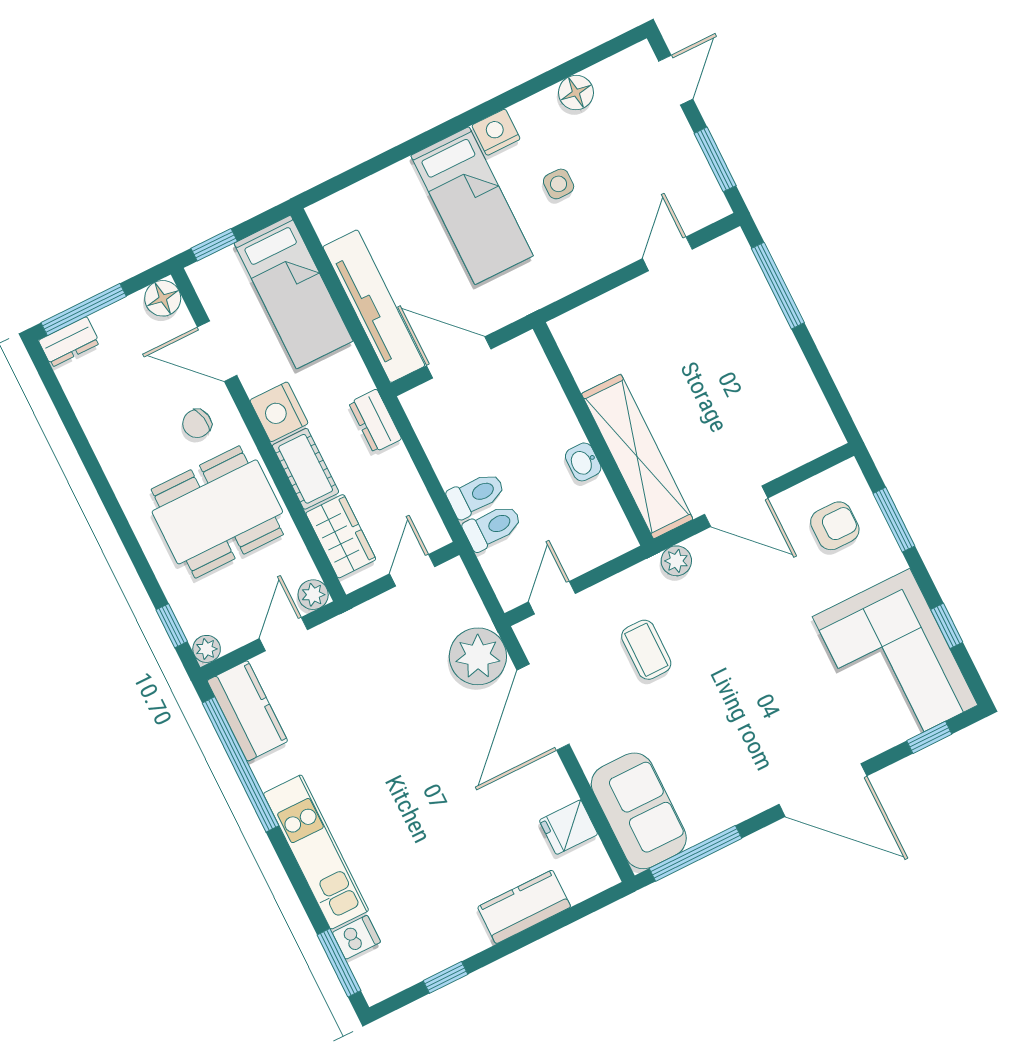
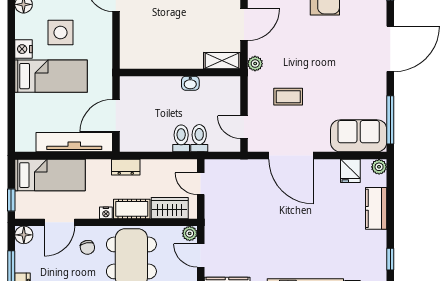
side table: (559, 184) -> (60, 33), width x1.87, depth x1.87
nightstand: (279, 412) -> (106, 213), width x0.53, depth x0.56
shelving: (637, 457) -> (222, 61), width x0.45, depth x0.75
plant: (478, 656) -> (379, 167), moved, width x0.53, depth x0.53

